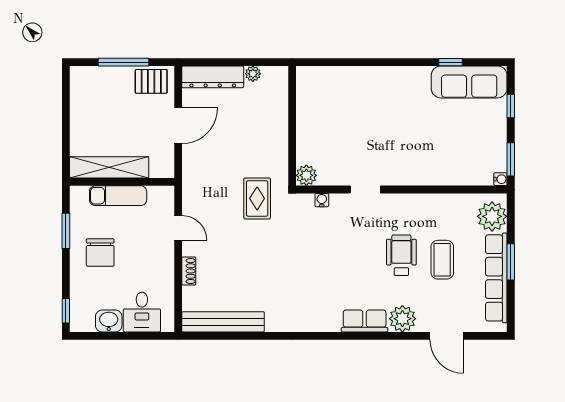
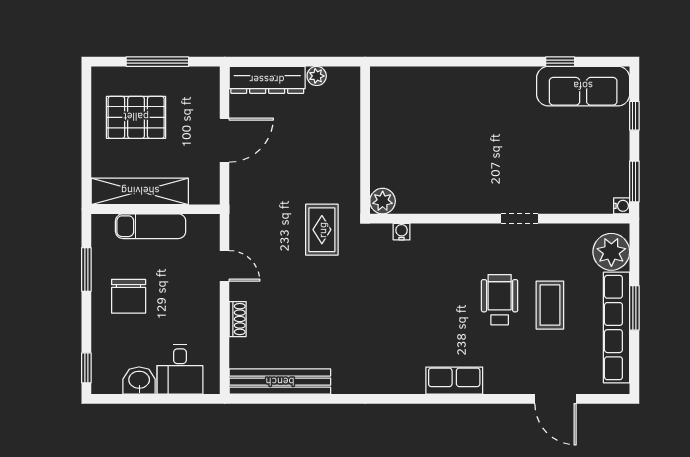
pallet: (151, 81) -> (136, 117), moved, width x1.50, depth x1.42
doorway: (365, 189) -> (519, 219), moved
plant: (402, 319) -> (501, 378), removed

